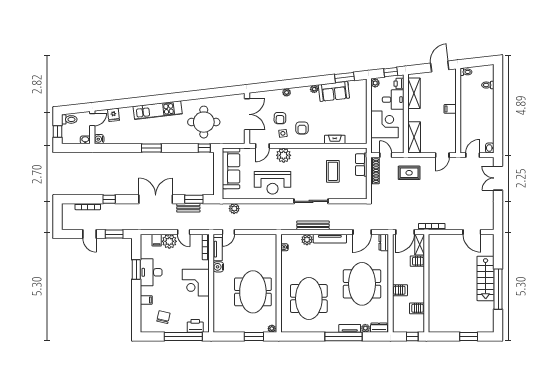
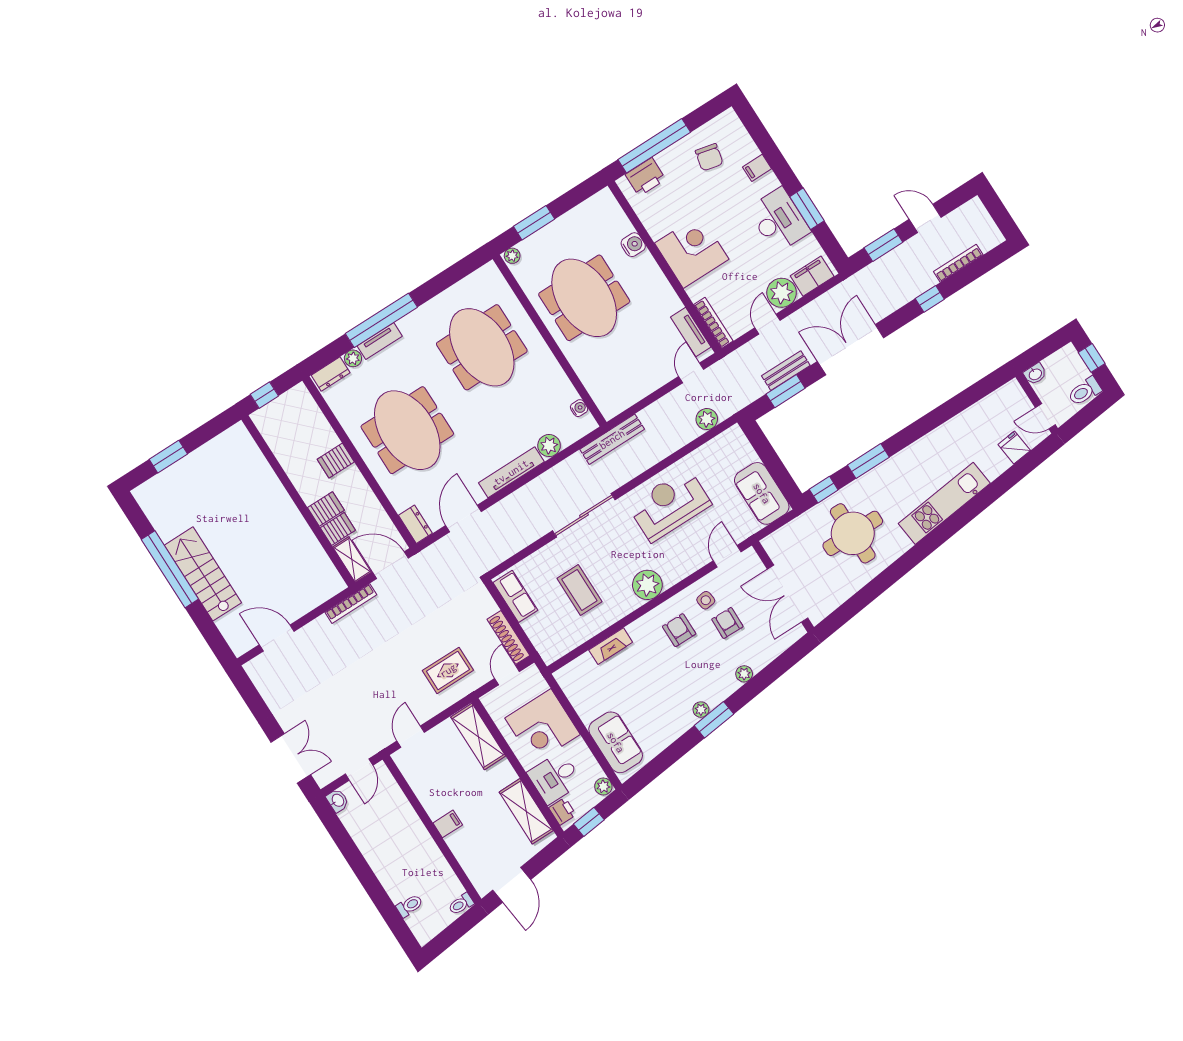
window: (345, 77) -> (714, 720), moved
sofa: (334, 91) -> (616, 742), moved, turned 97
door: (92, 120) -> (1045, 416), hinge flipped
water cooler: (99, 139) -> (1012, 390), removed
window: (151, 148) -> (868, 461), moved
plant: (284, 155) -> (647, 585), moved
door: (386, 155) -> (507, 675), swing flipped
row of seats: (361, 165) -> (515, 596), moved
sofa: (231, 168) -> (762, 493), width x0.73
double door: (156, 199) -> (851, 350), swing flipped
bench: (313, 225) -> (612, 439), moved
door: (184, 232) -> (767, 324), hinge flipped
door: (405, 232) -> (391, 565), hinge flipped
filing cabinet: (157, 240) -> (812, 276), width x2.00
water cooler: (218, 267) -> (633, 245), moved
server rack: (417, 308) -> (326, 509), moved

